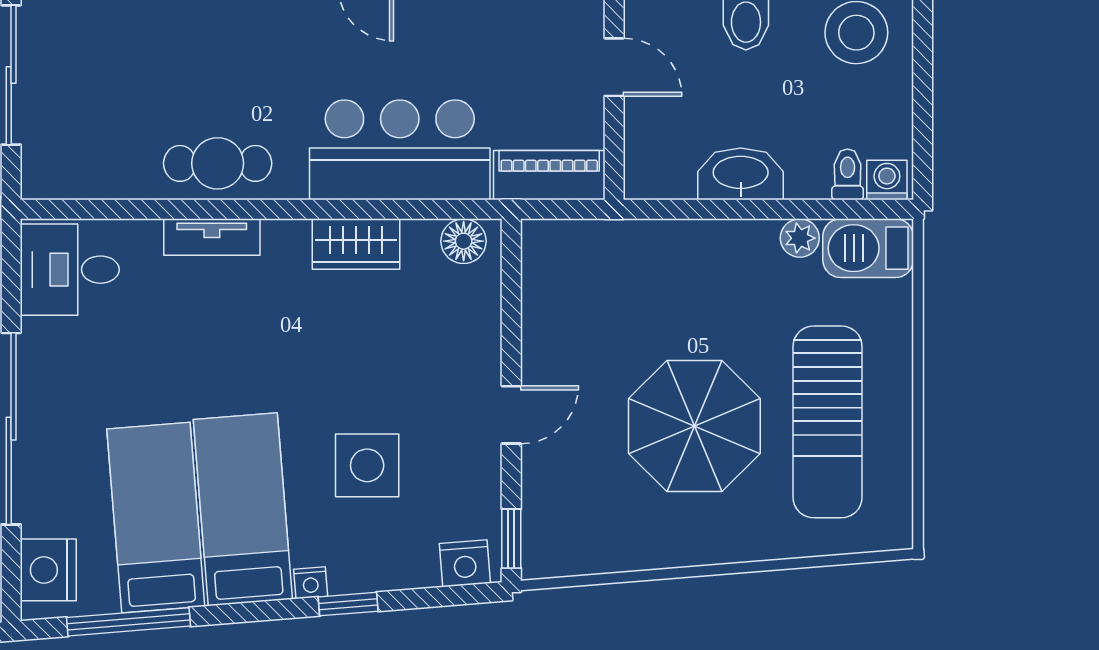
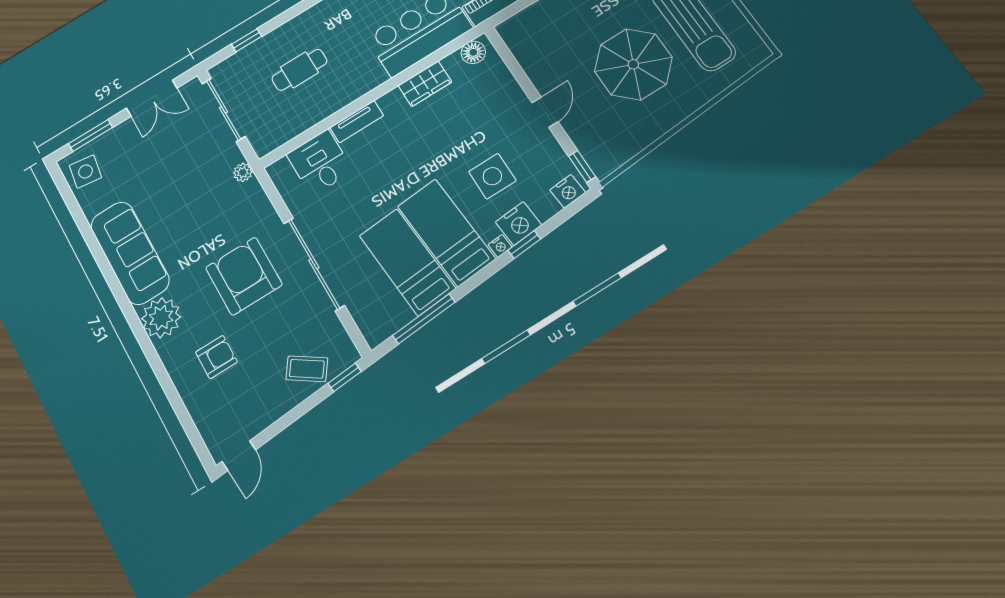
cafe table: (218, 163) -> (299, 70), moved
desk: (70, 270) -> (320, 163), moved, turned 90
nightstand: (48, 570) -> (518, 223), moved, turned -95

